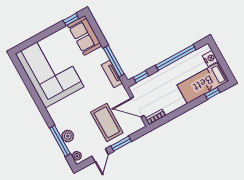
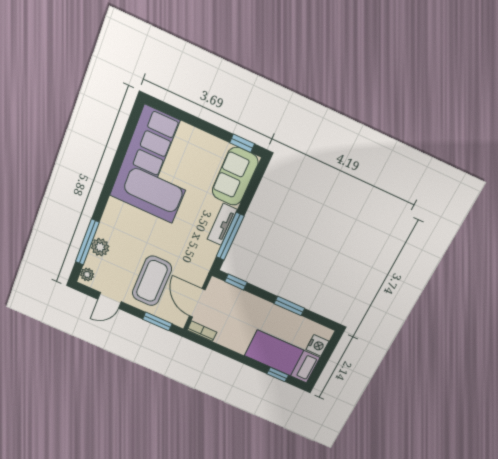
window: (176, 57) -> (289, 306), width x0.47
tv unit: (112, 74) -> (222, 224), moved
window: (121, 144) -> (157, 321), moved

